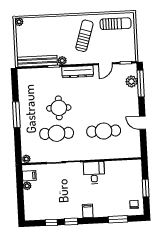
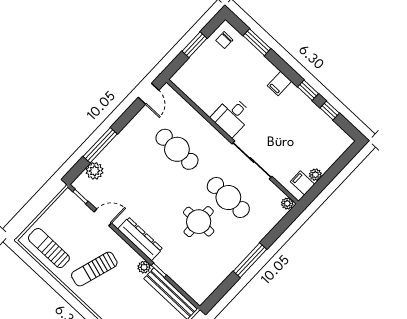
window: (141, 84) -> (100, 145), moved
door: (142, 123) -> (148, 94), moved

